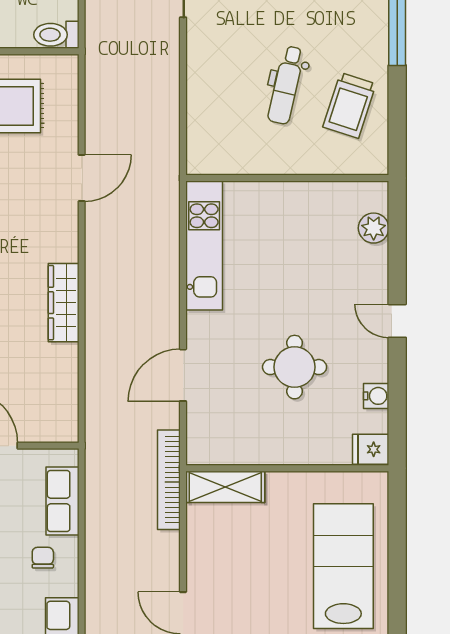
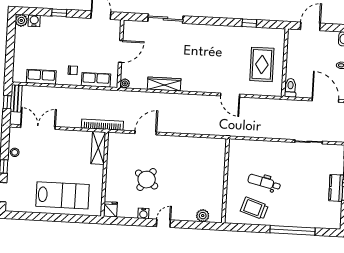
kitchen unit: (204, 245) -> (199, 145), removed
wardrobe: (64, 303) -> (164, 84), moved
round table: (295, 367) -> (147, 180), turned 36
door: (183, 375) -> (146, 133), hinge flipped
water cooler: (376, 396) -> (143, 213), moved
plant: (67, 431) -> (125, 83), added

